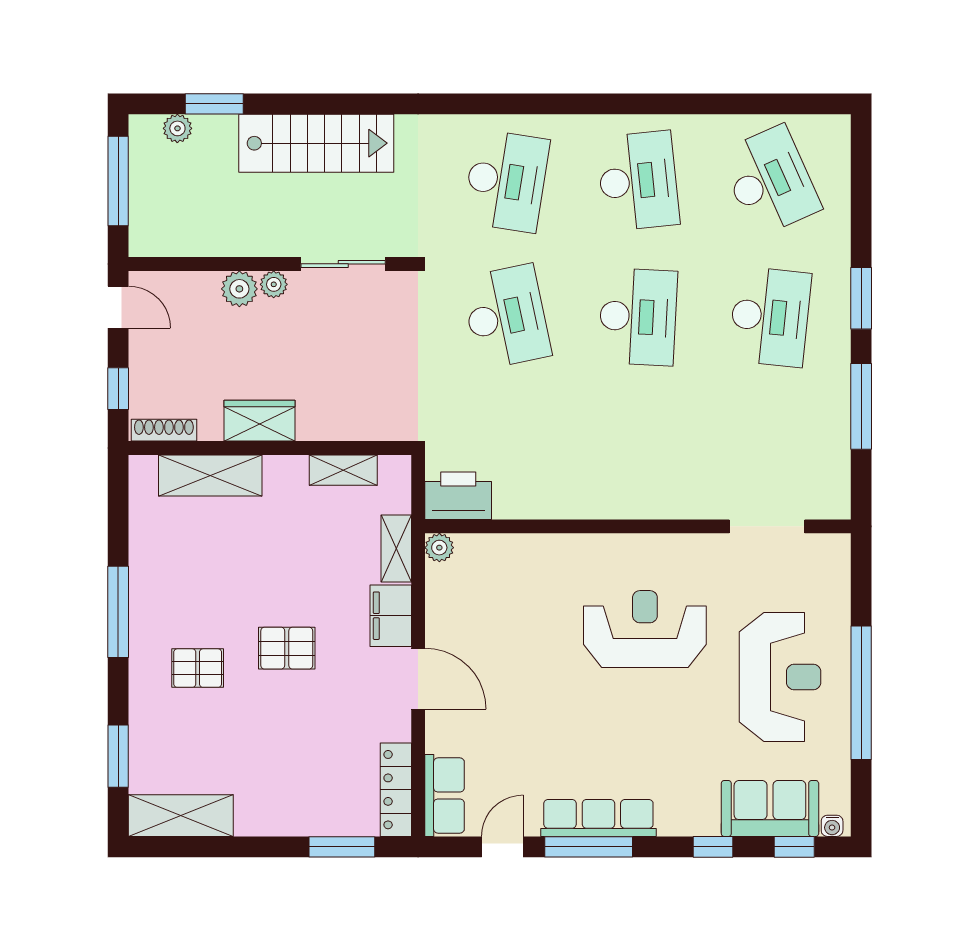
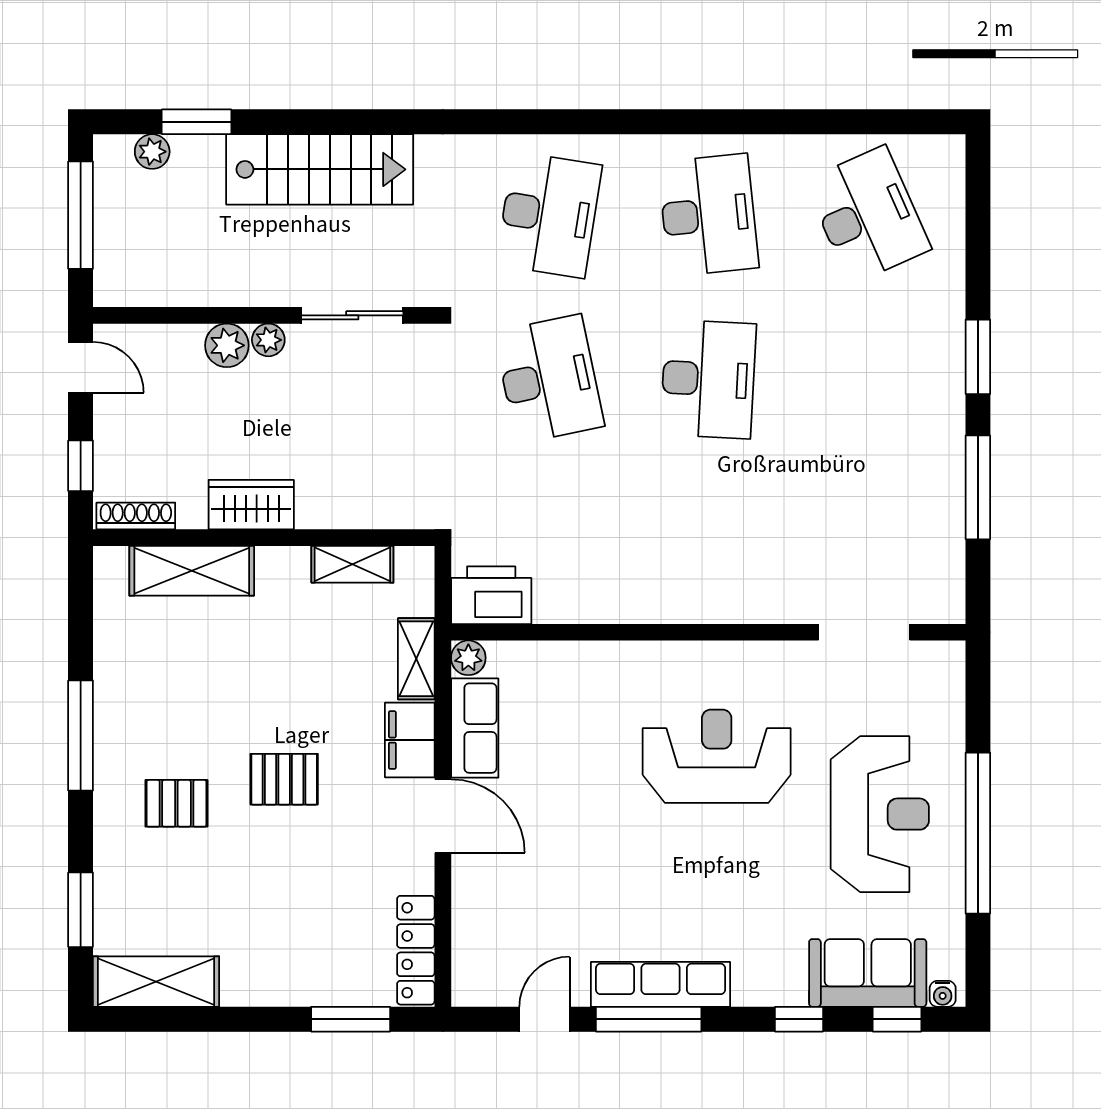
desk: (770, 317) -> (868, 379), removed
row of seats: (445, 796) -> (475, 728), moved

